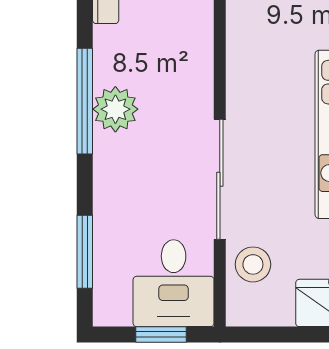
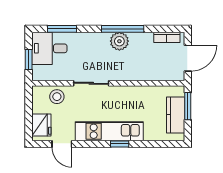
sliding door: (220, 179) -> (91, 83), width x0.73
desk: (174, 283) -> (49, 48), moved

